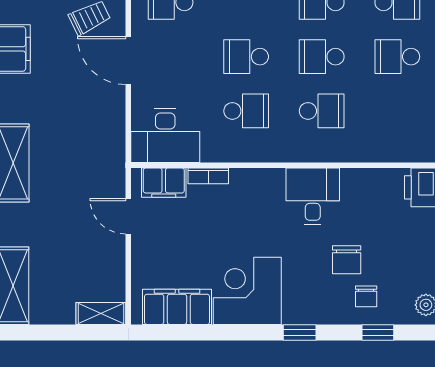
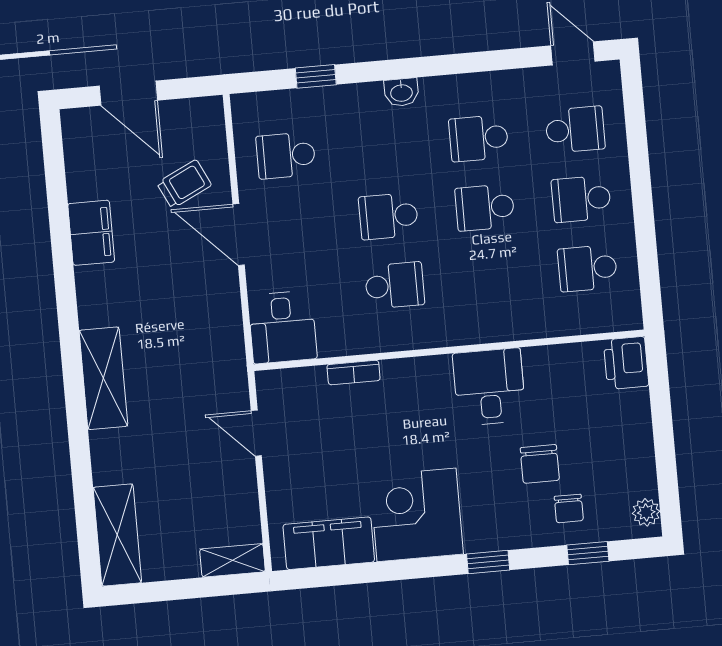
school desk: (322, 111) -> (587, 268), moved, turned 180
desk: (165, 136) -> (282, 327), width x0.73
filing cabinet: (164, 183) -> (298, 386), removed

